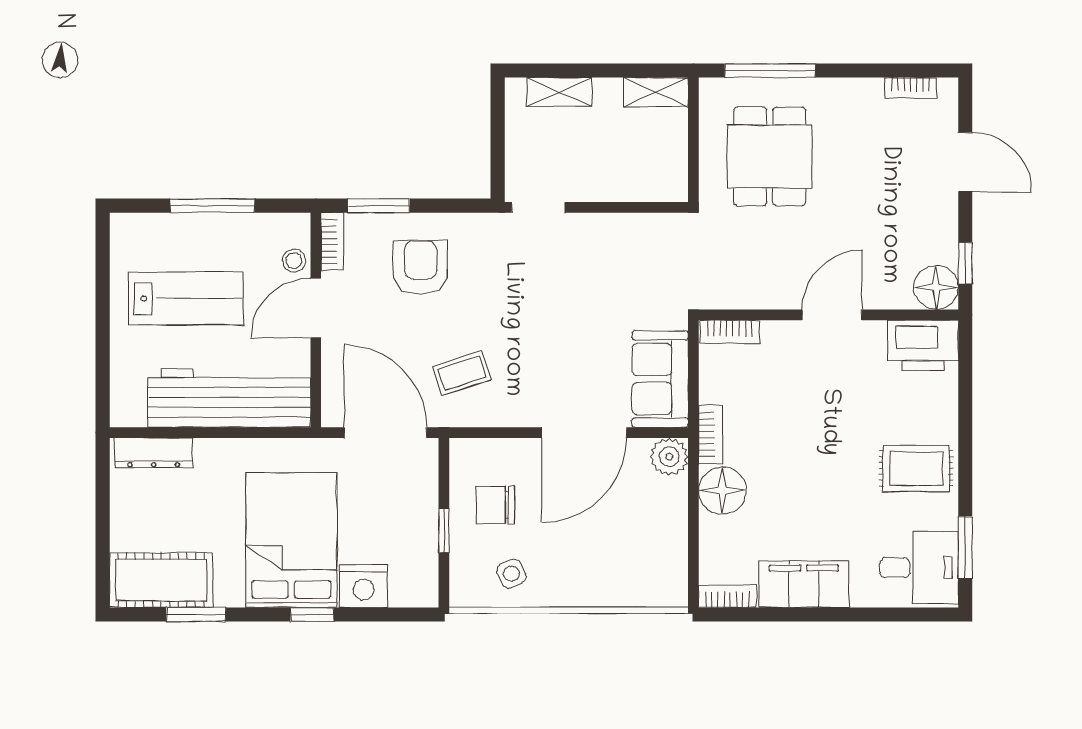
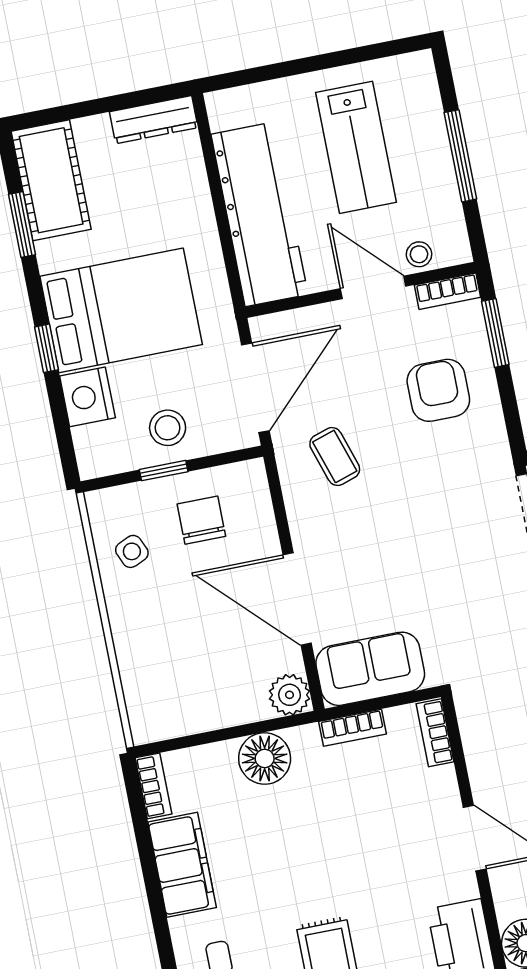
armchair: (421, 268) -> (438, 390), turned -90
bookcase: (710, 435) -> (352, 728), moved
dresser: (154, 453) -> (154, 120), moved, turned -90
stool: (406, 519) -> (168, 428), added

